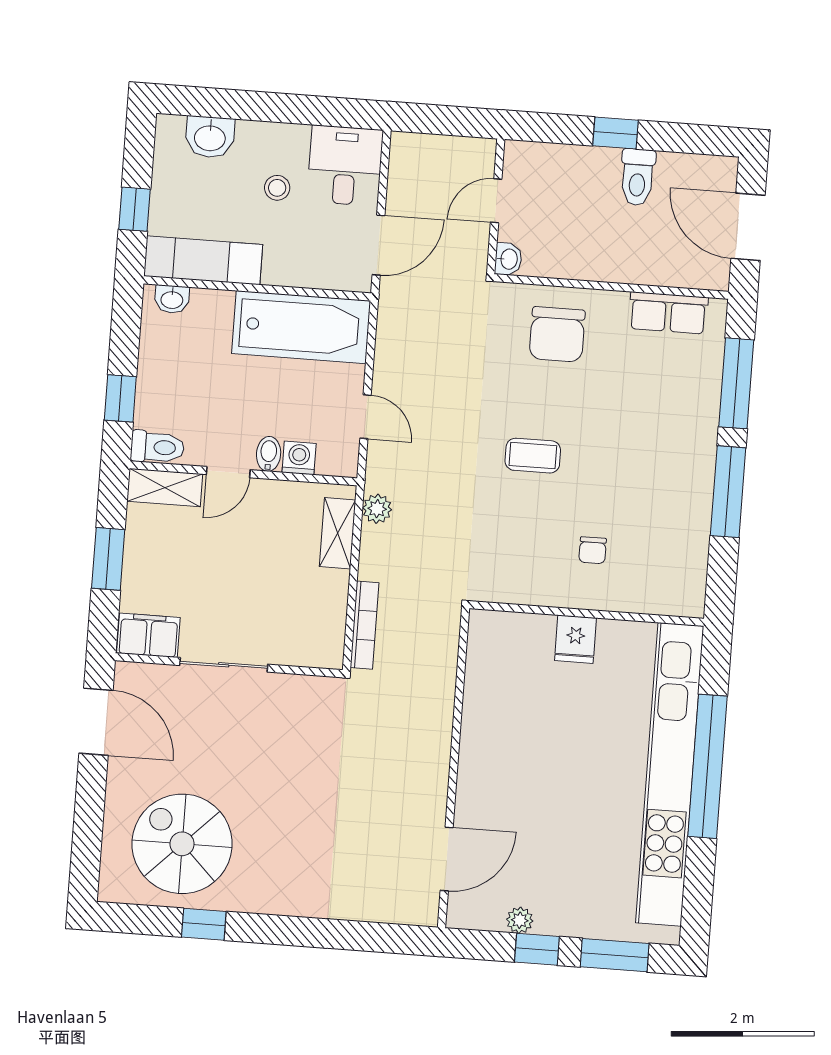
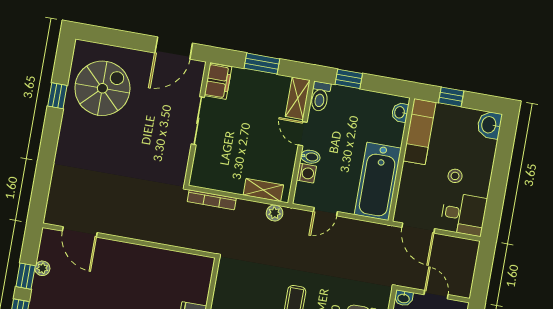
washbasin: (210, 137) -> (489, 125), moved

